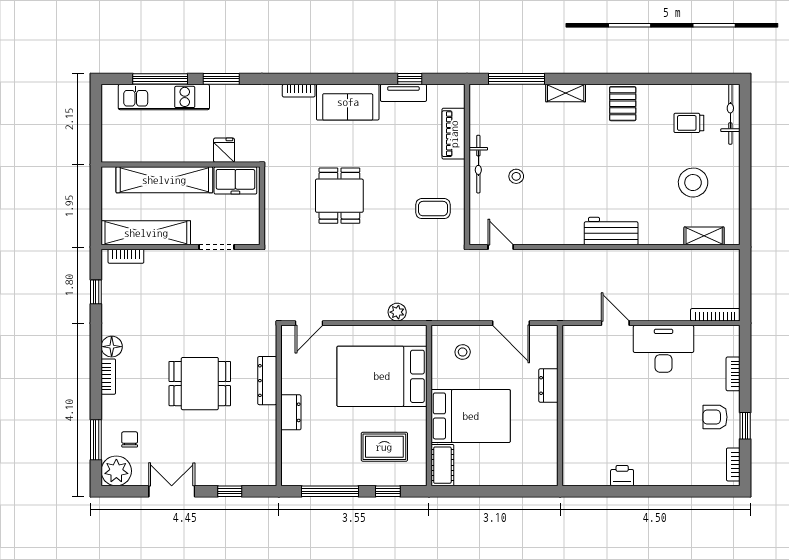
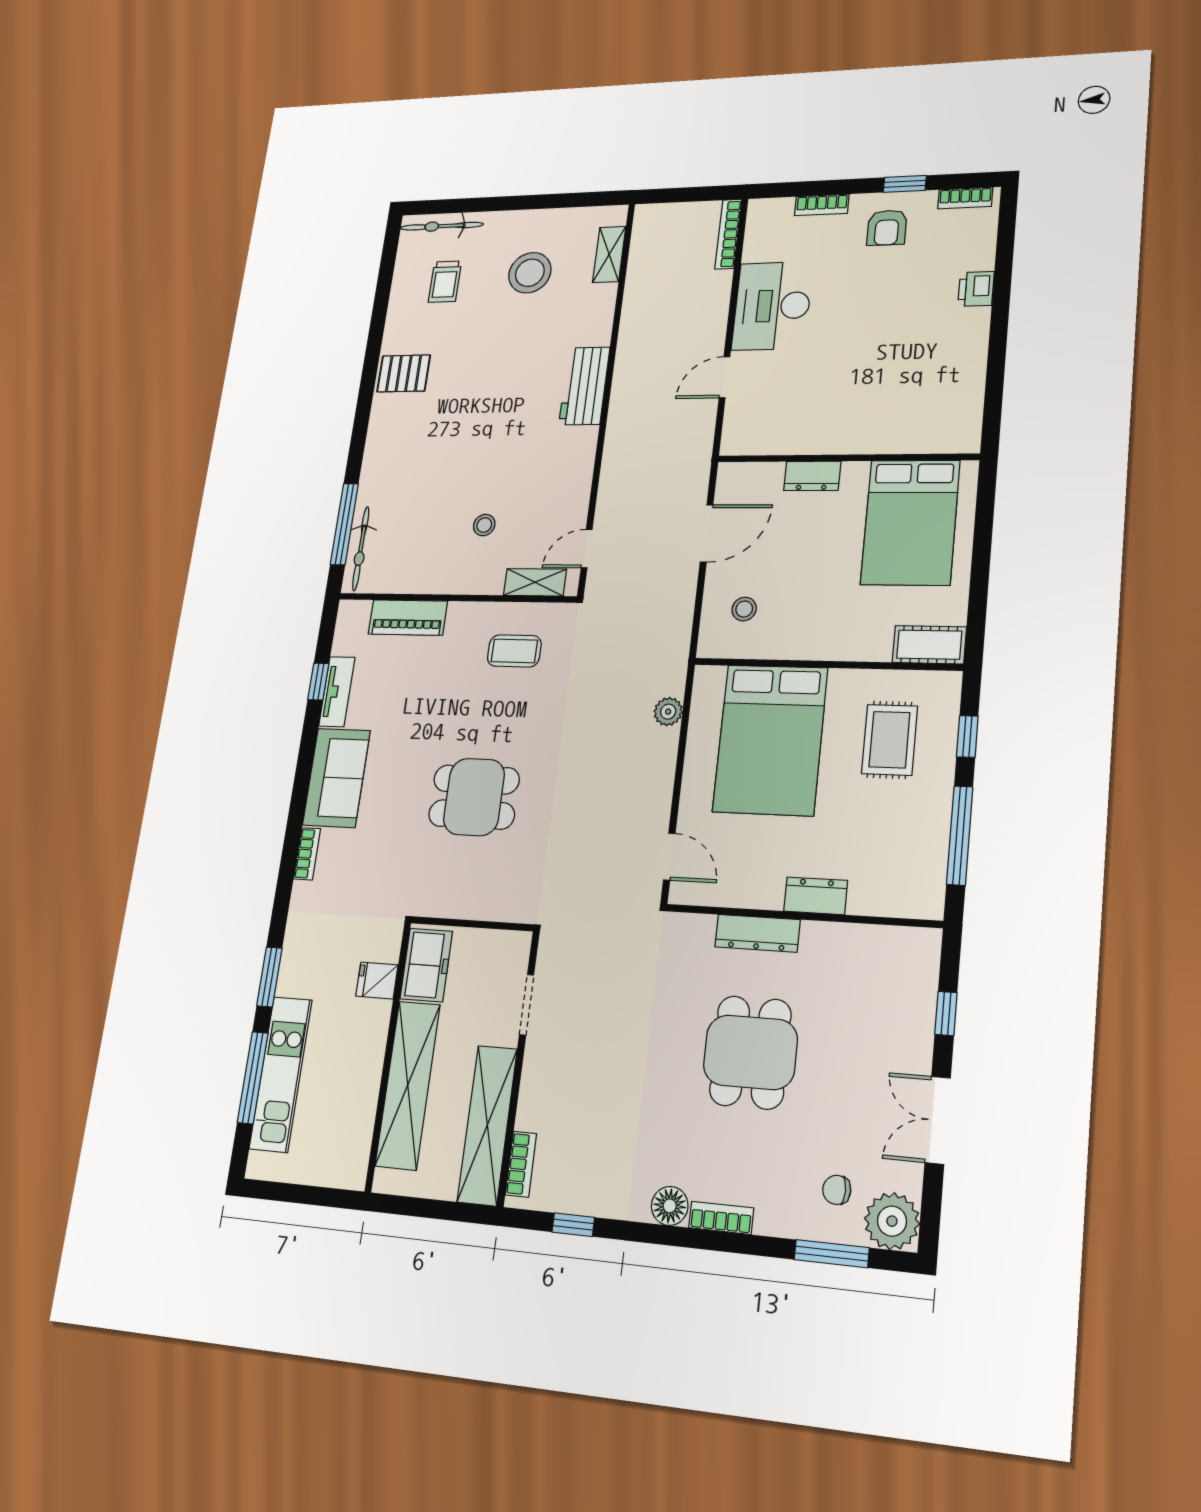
shelving: (566, 93) -> (535, 582), moved, turned 90
bicycle: (478, 164) -> (361, 548), moved, turned 90
coffee table: (433, 209) -> (514, 651), turned 90
bed: (471, 416) -> (910, 522), moved, turned 180
printer: (622, 476) -> (976, 289), moved

